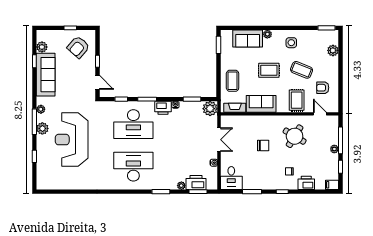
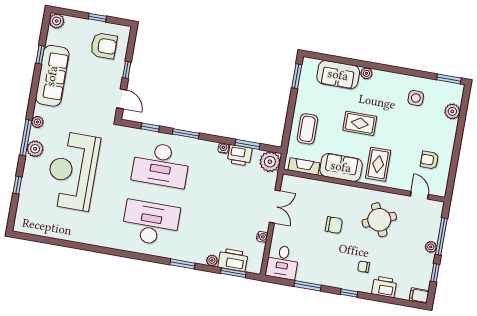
side table: (291, 43) -> (416, 98), moved
plant: (42, 47) -> (57, 21), moved
armchair: (78, 47) -> (104, 46), turned -131
coffee table: (302, 70) -> (405, 130), removed
rug: (297, 100) -> (378, 164), moved
printer: (163, 108) -> (240, 155), moved
round table: (295, 136) -> (379, 220), turned 35

